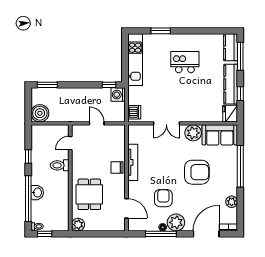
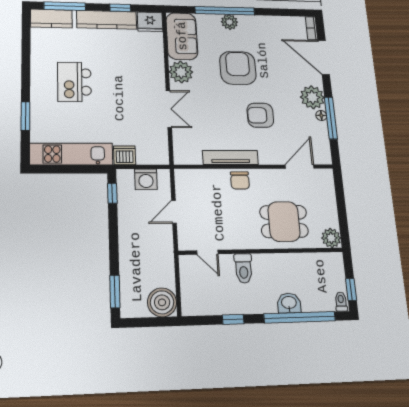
washing machine: (118, 95) -> (146, 179), moved
dishwasher: (134, 112) -> (125, 155), moved
armchair: (163, 198) -> (260, 115), moved
plant: (232, 202) -> (229, 22), moved

